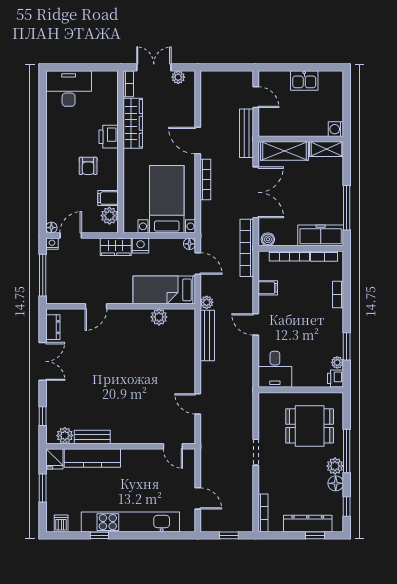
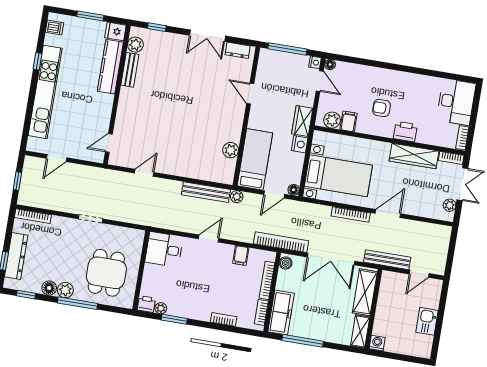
bookcase: (105, 76) -> (462, 138), added

